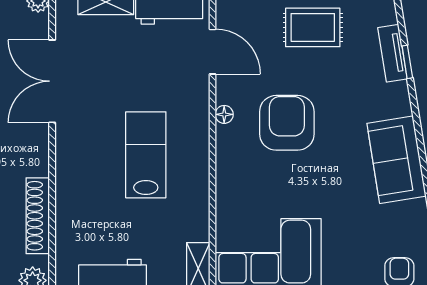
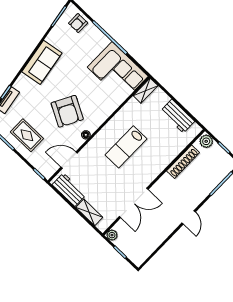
door: (213, 52) -> (69, 160), hinge flipped
armchair: (287, 123) -> (67, 111), turned -62

